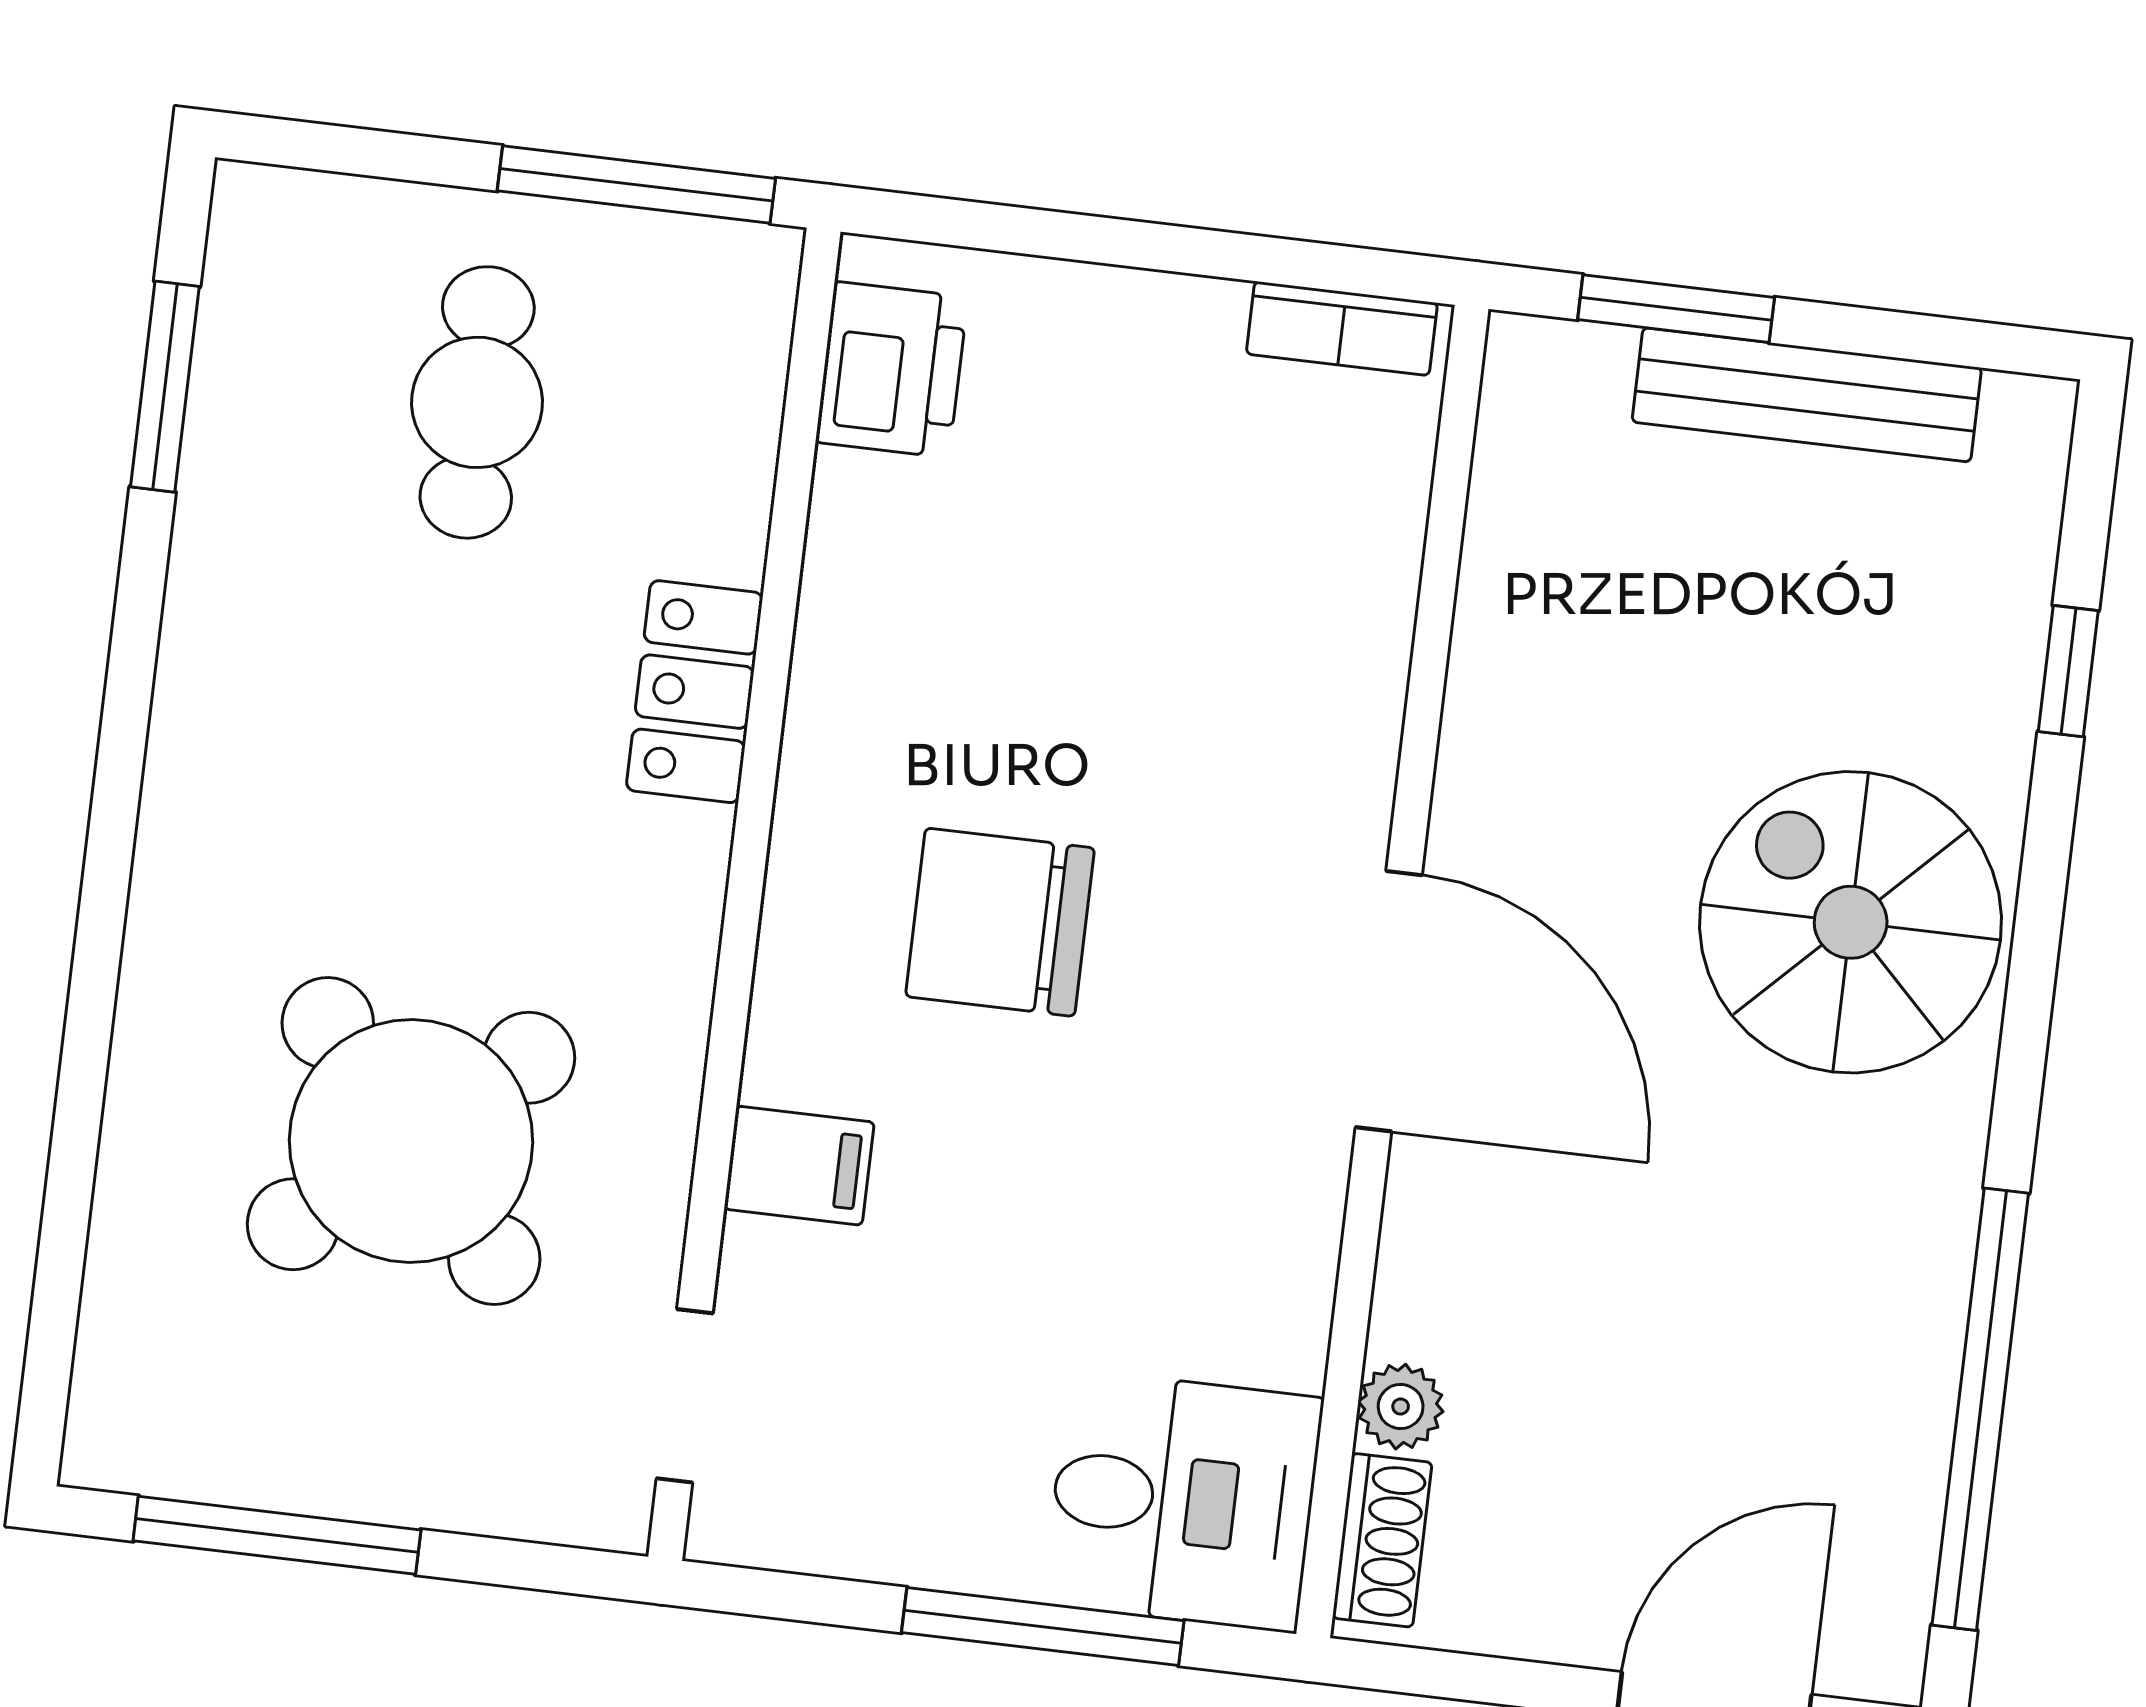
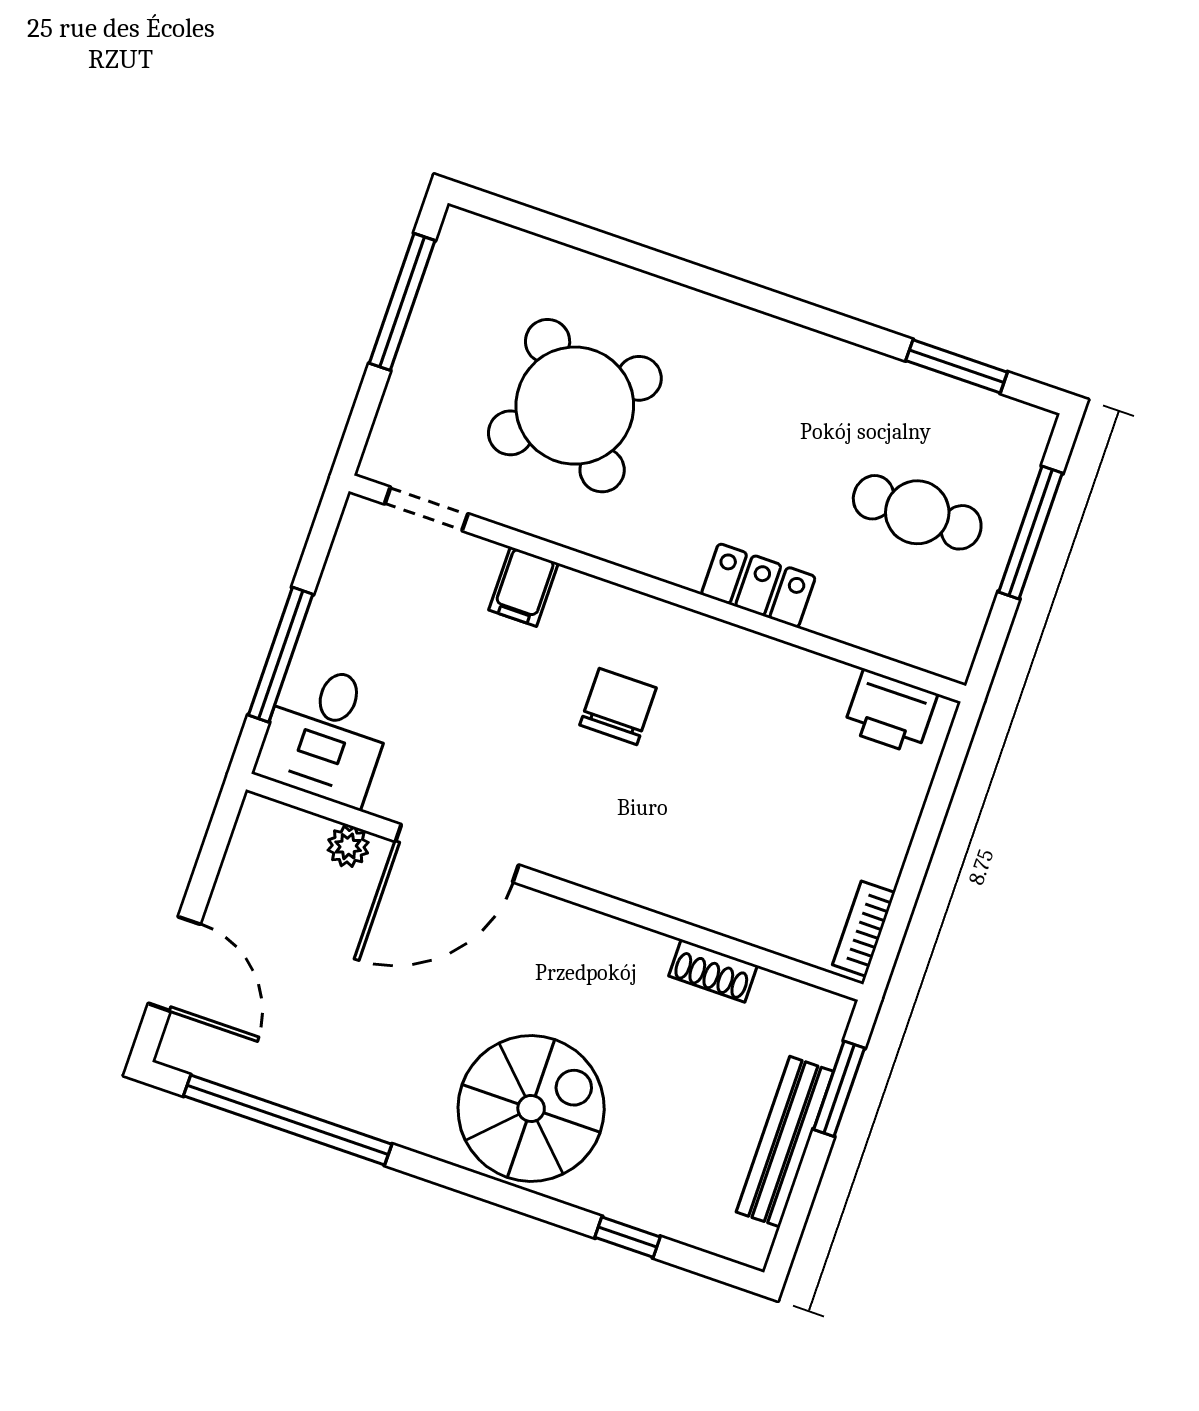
window: (636, 185) -> (1031, 532), moved
chair: (1000, 922) -> (618, 706), width x0.73, depth x0.73
door: (1389, 1001) -> (457, 853), moved
shoe rack: (1382, 1540) -> (713, 971), moved

